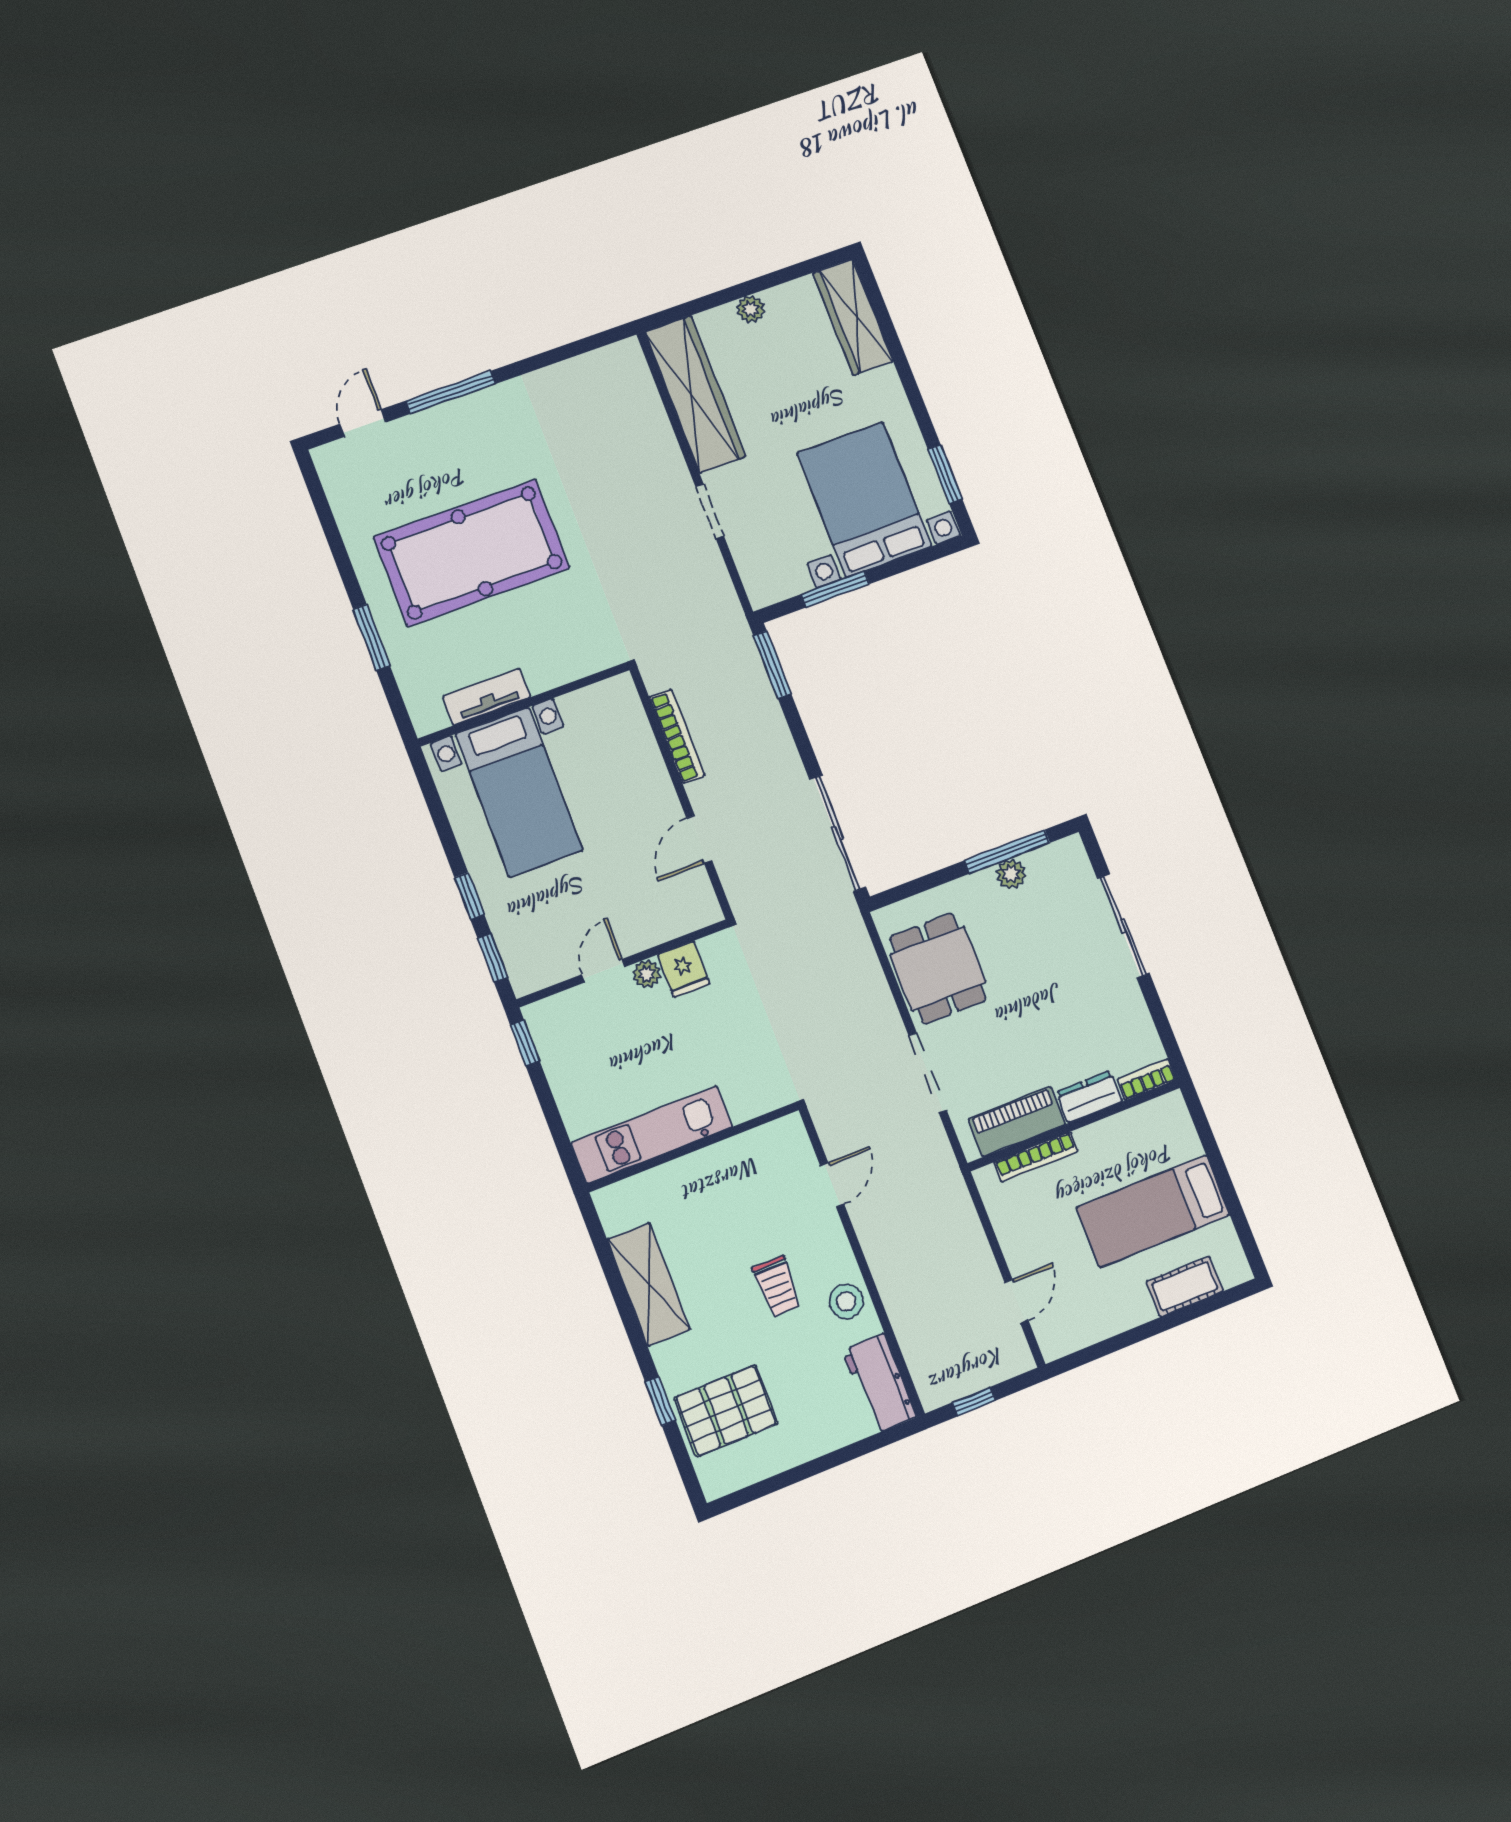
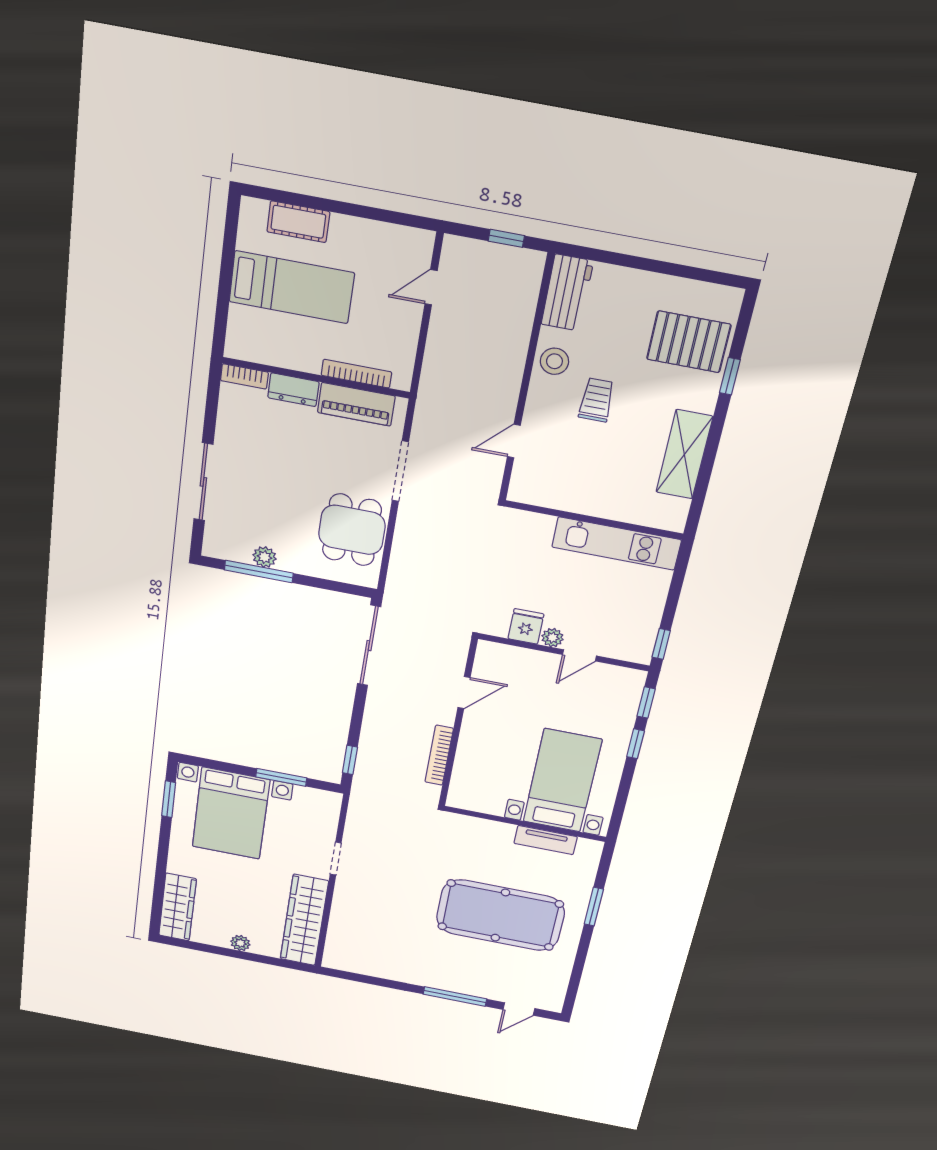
window: (772, 665) -> (350, 760), width x0.67

